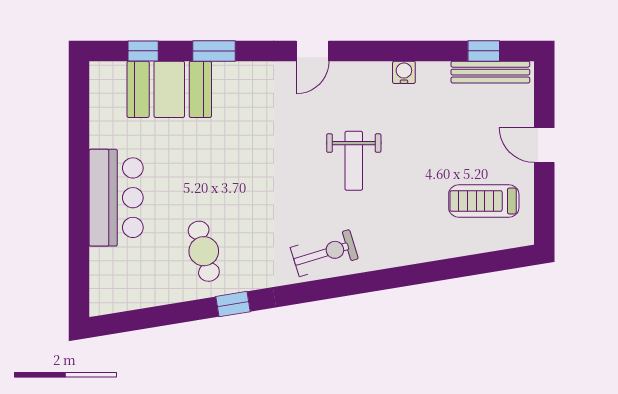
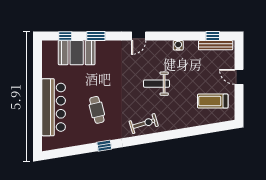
weight bench: (354, 161) -> (156, 84), turned 90
bar counter: (116, 198) -> (54, 107), width x1.36
cafe table: (204, 251) -> (97, 110), moved

